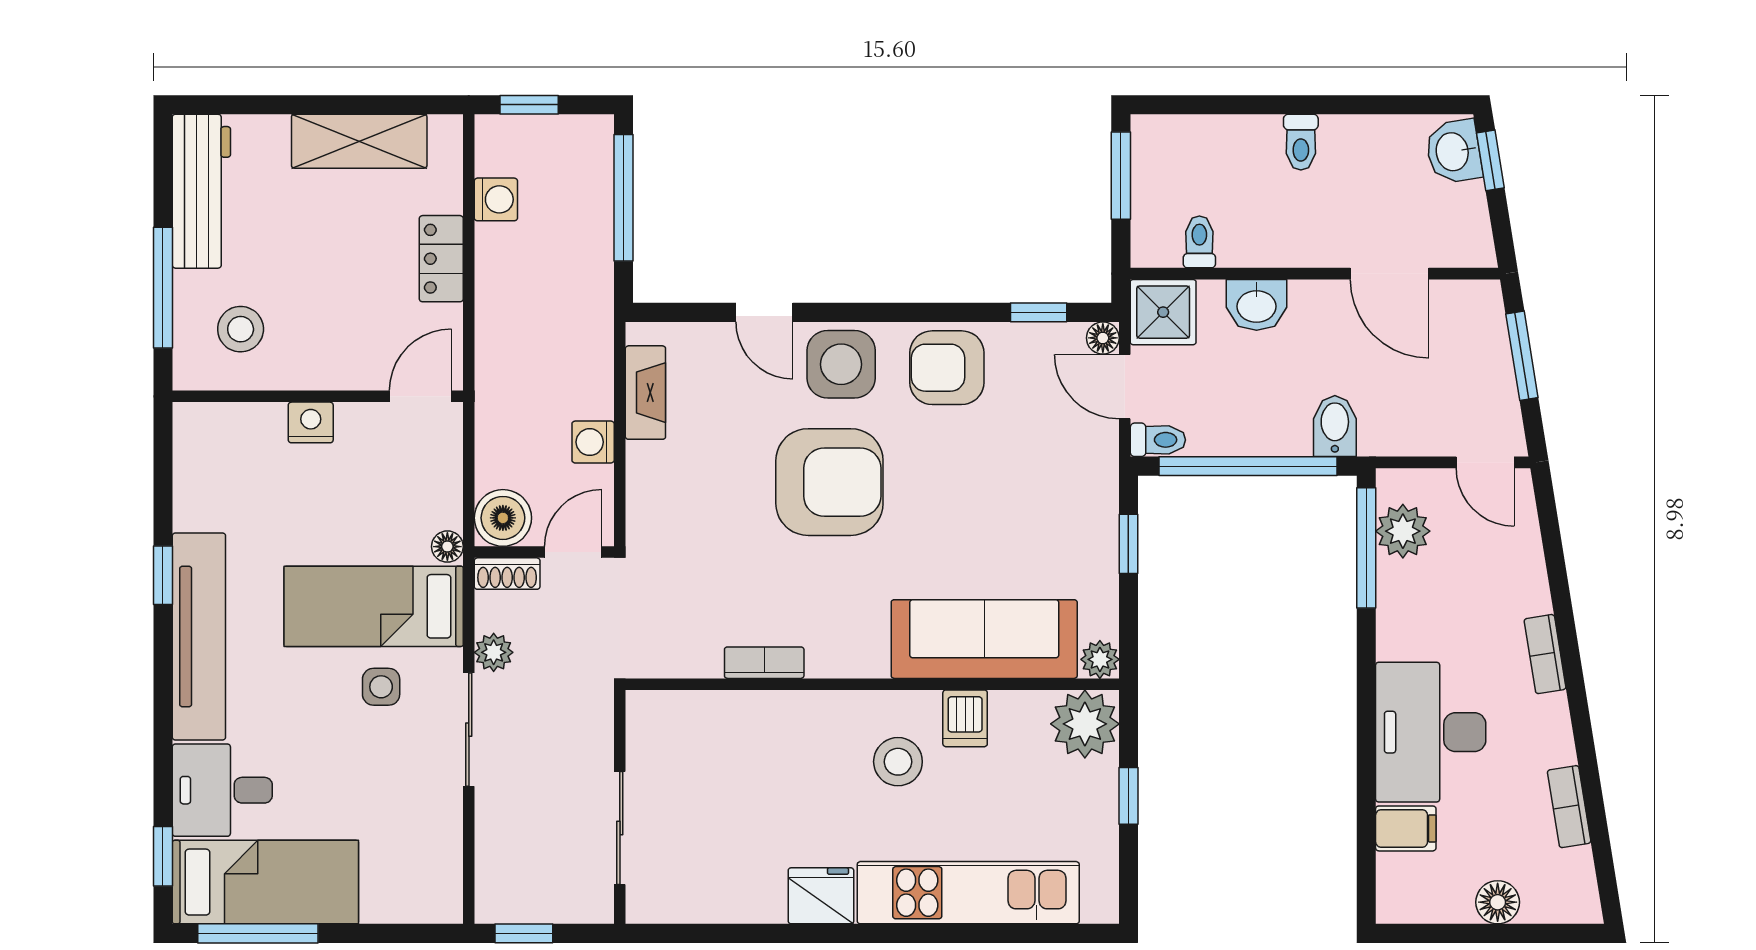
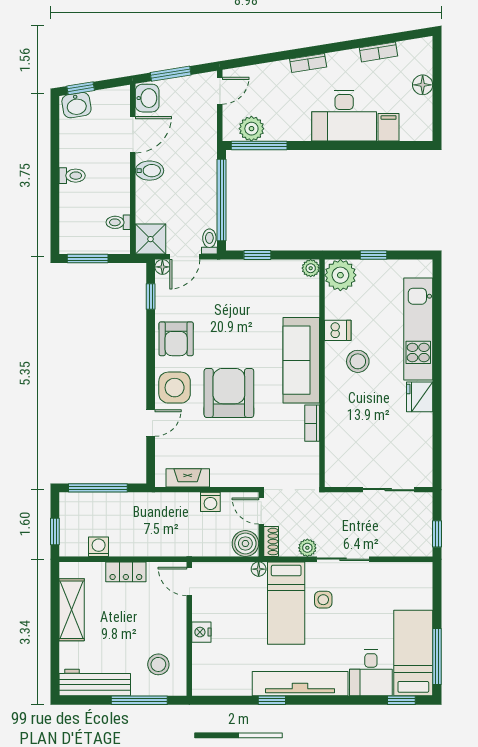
washbasin: (1257, 305) -> (147, 98), moved
bidet: (1335, 426) -> (150, 171), moved, turned 180
sofa: (984, 639) -> (301, 360), moved

